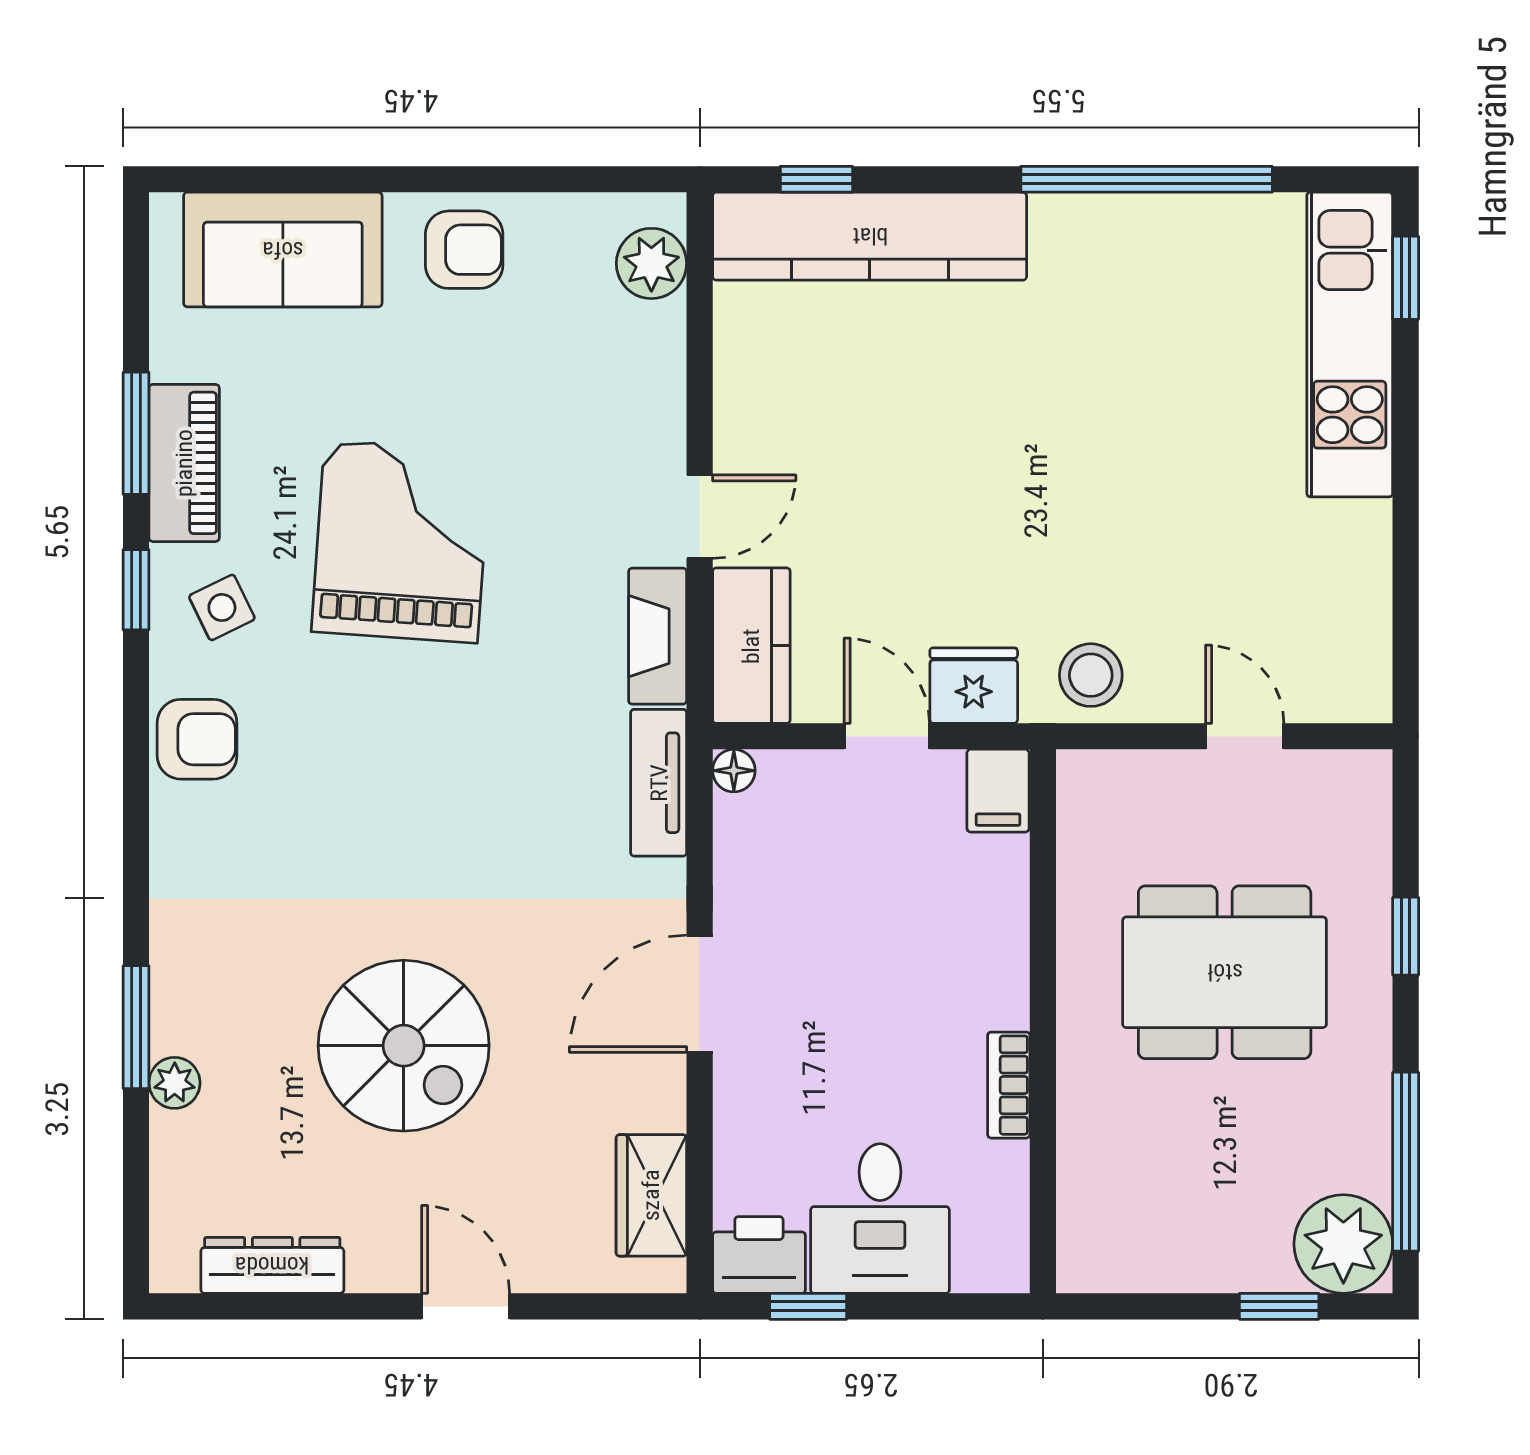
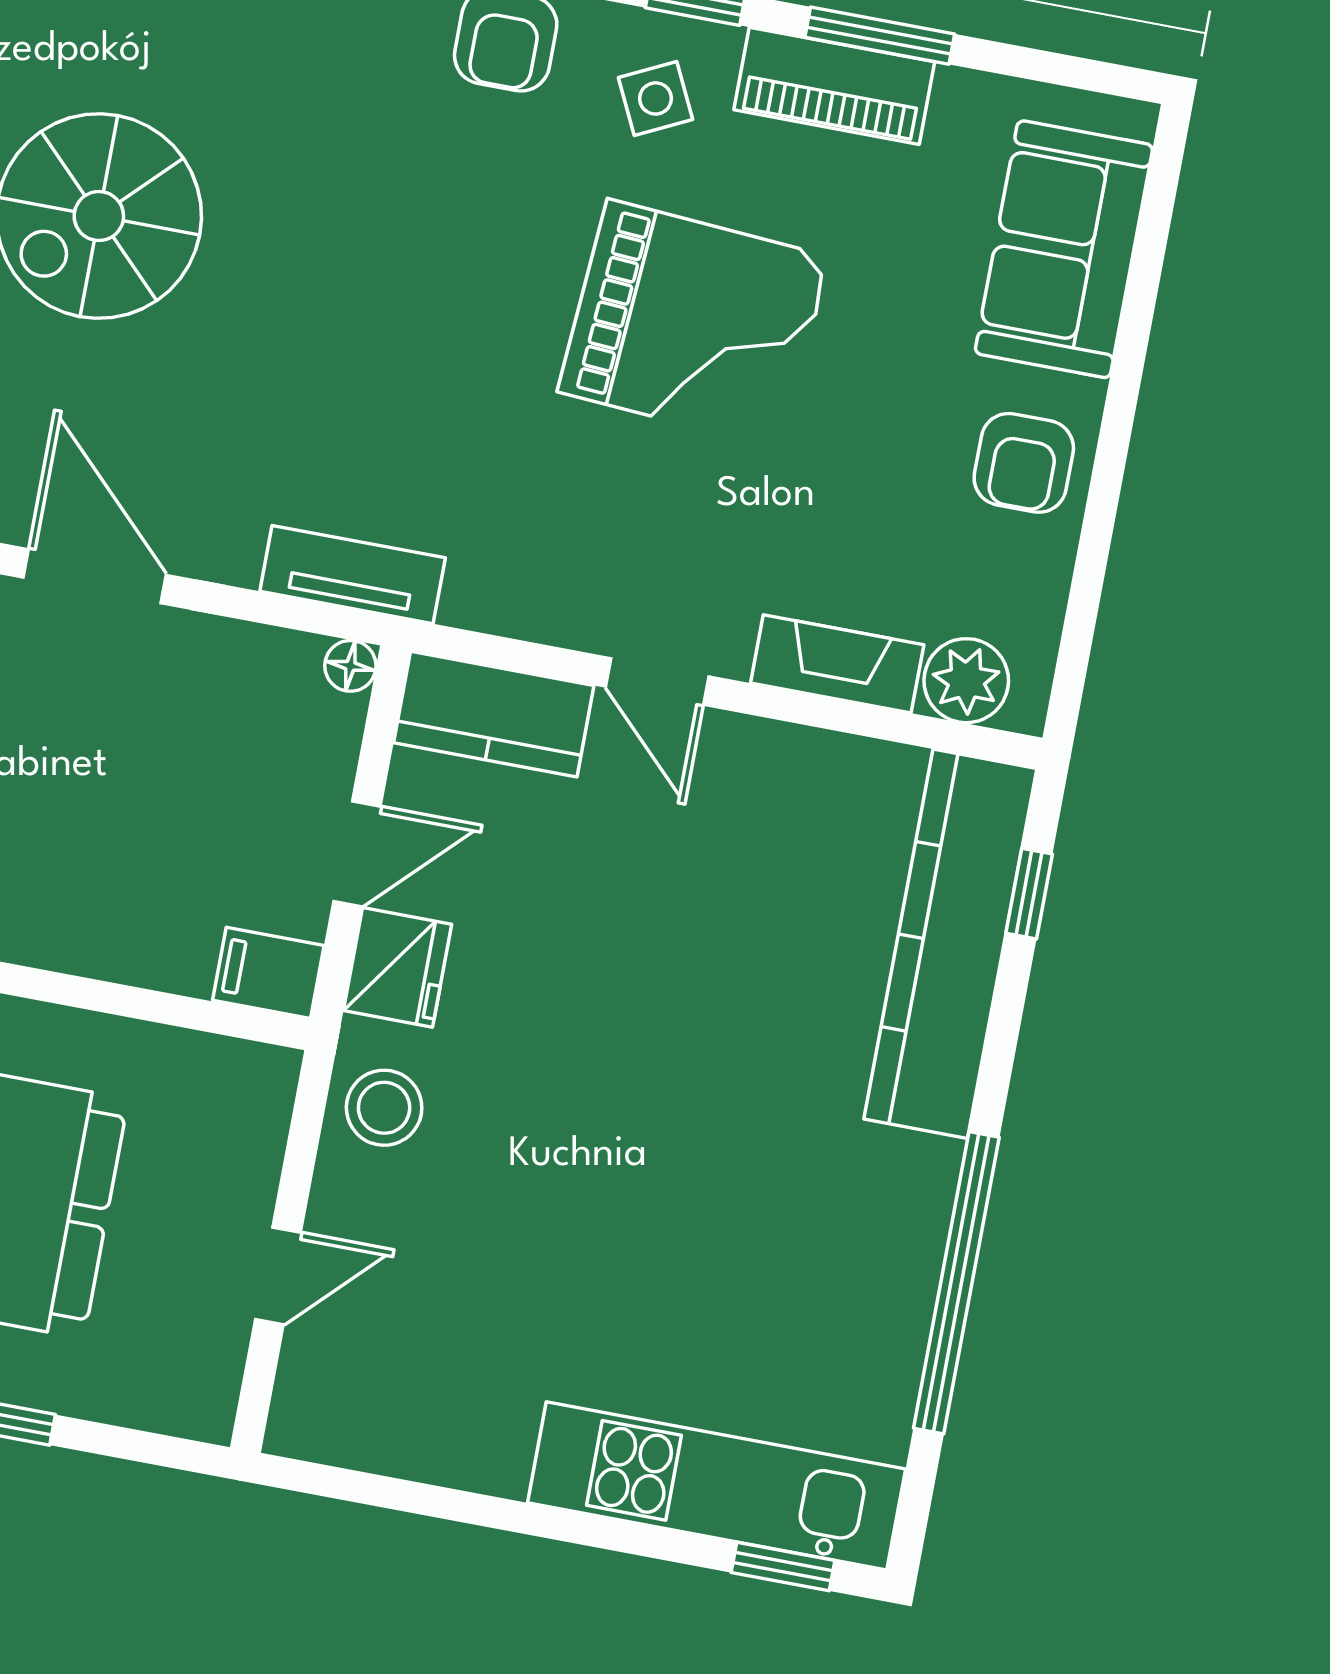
fireplace: (658, 636) -> (837, 664), moved

